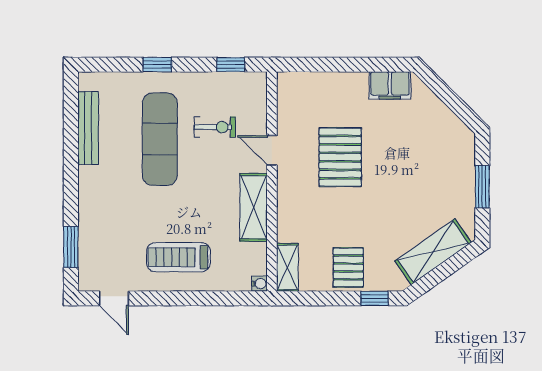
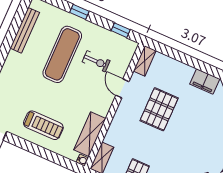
shelving: (287, 95) -> (145, 61), added
shelving: (254, 207) -> (90, 134), moved
treadmill: (179, 257) -> (43, 125), turned 180

